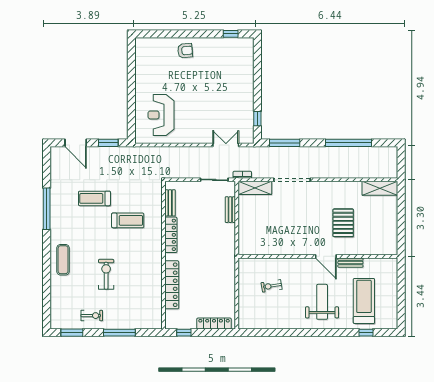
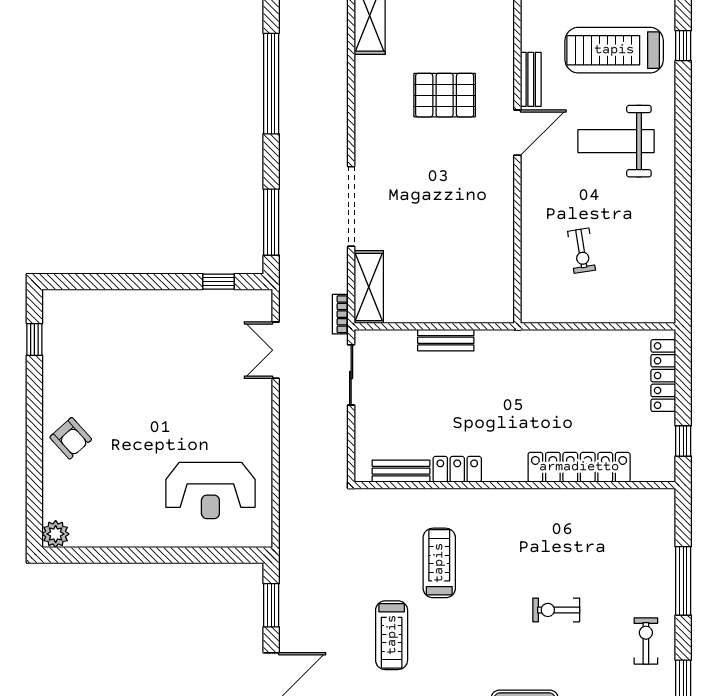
plant: (141, 44) -> (56, 534), added
armchair: (185, 51) -> (71, 438), turned 143
bench: (230, 210) -> (446, 340), moved
locker: (171, 235) -> (457, 469), width x0.66
exercise bike: (106, 274) -> (556, 610), width x0.73, depth x0.72

